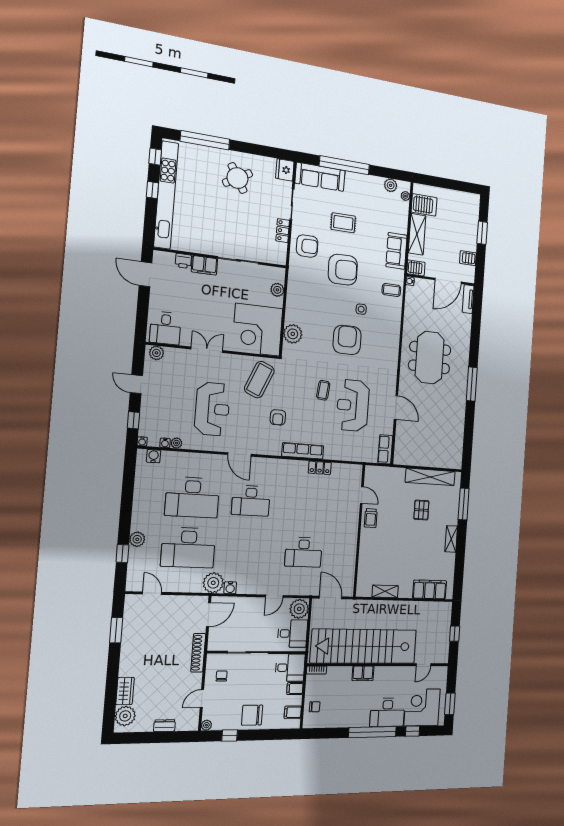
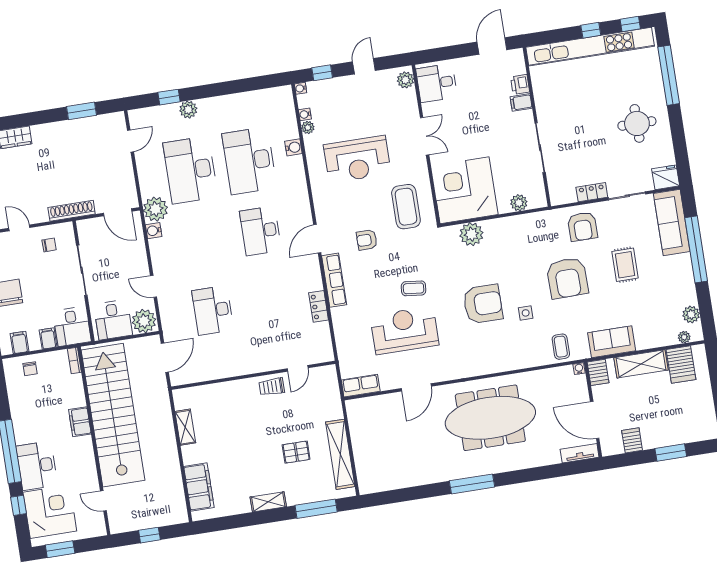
round table: (237, 178) -> (637, 123), turned 30
filing cabinet: (204, 265) -> (521, 102), width x0.50
meeting table: (430, 358) -> (490, 418), width x1.36
coffee table: (259, 380) -> (406, 207), turned 67
door: (239, 454) -> (317, 239), moved
water cooler: (154, 456) -> (293, 147), moved

